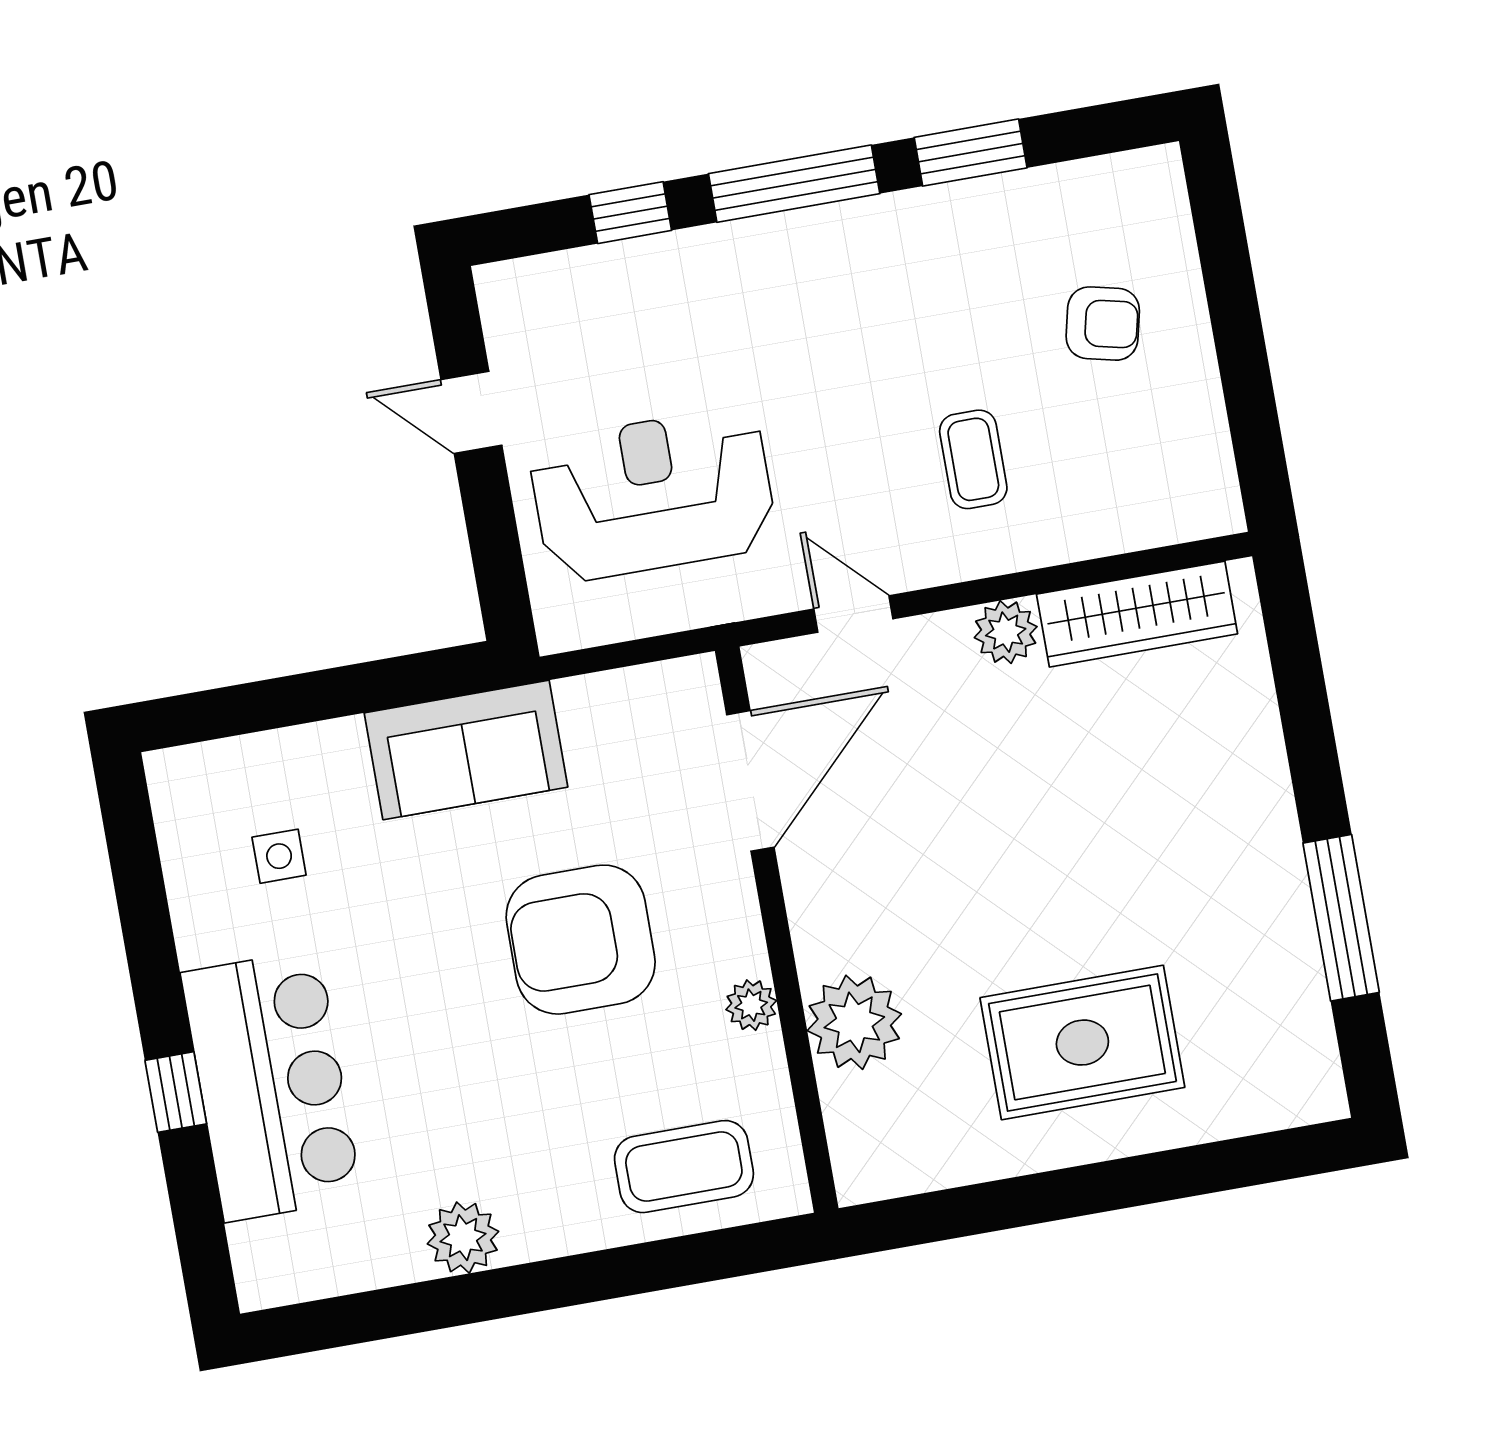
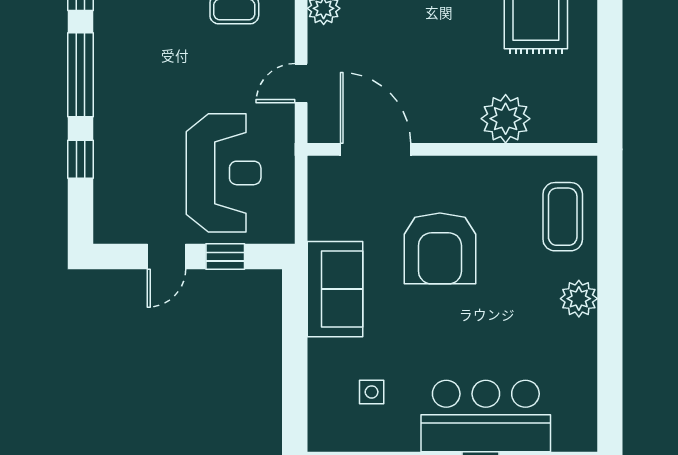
reception desk: (653, 495) -> (224, 173), turned 180
window: (491, 526) -> (225, 257), added
plant: (751, 1005) -> (488, 169), removed
plant: (463, 1238) -> (579, 299), moved

